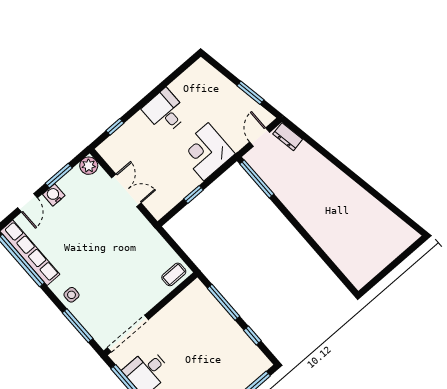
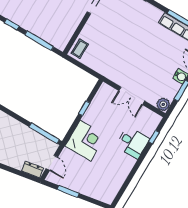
desk: (165, 111) -> (133, 142), moved
side table: (71, 295) -> (146, 11), removed

